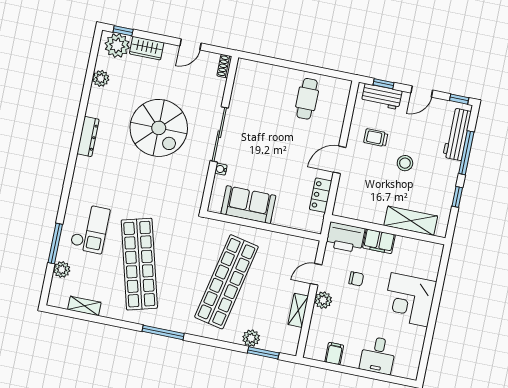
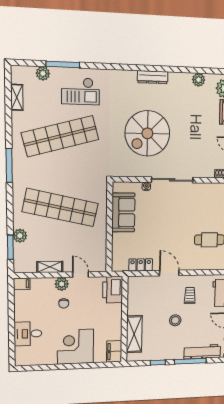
spiral stairs: (159, 128) -> (147, 133), moved
filing cabinet: (379, 241) -> (114, 351), moved
chair: (356, 279) -> (64, 303), moved
filing cabinet: (334, 354) -> (22, 284), moved

